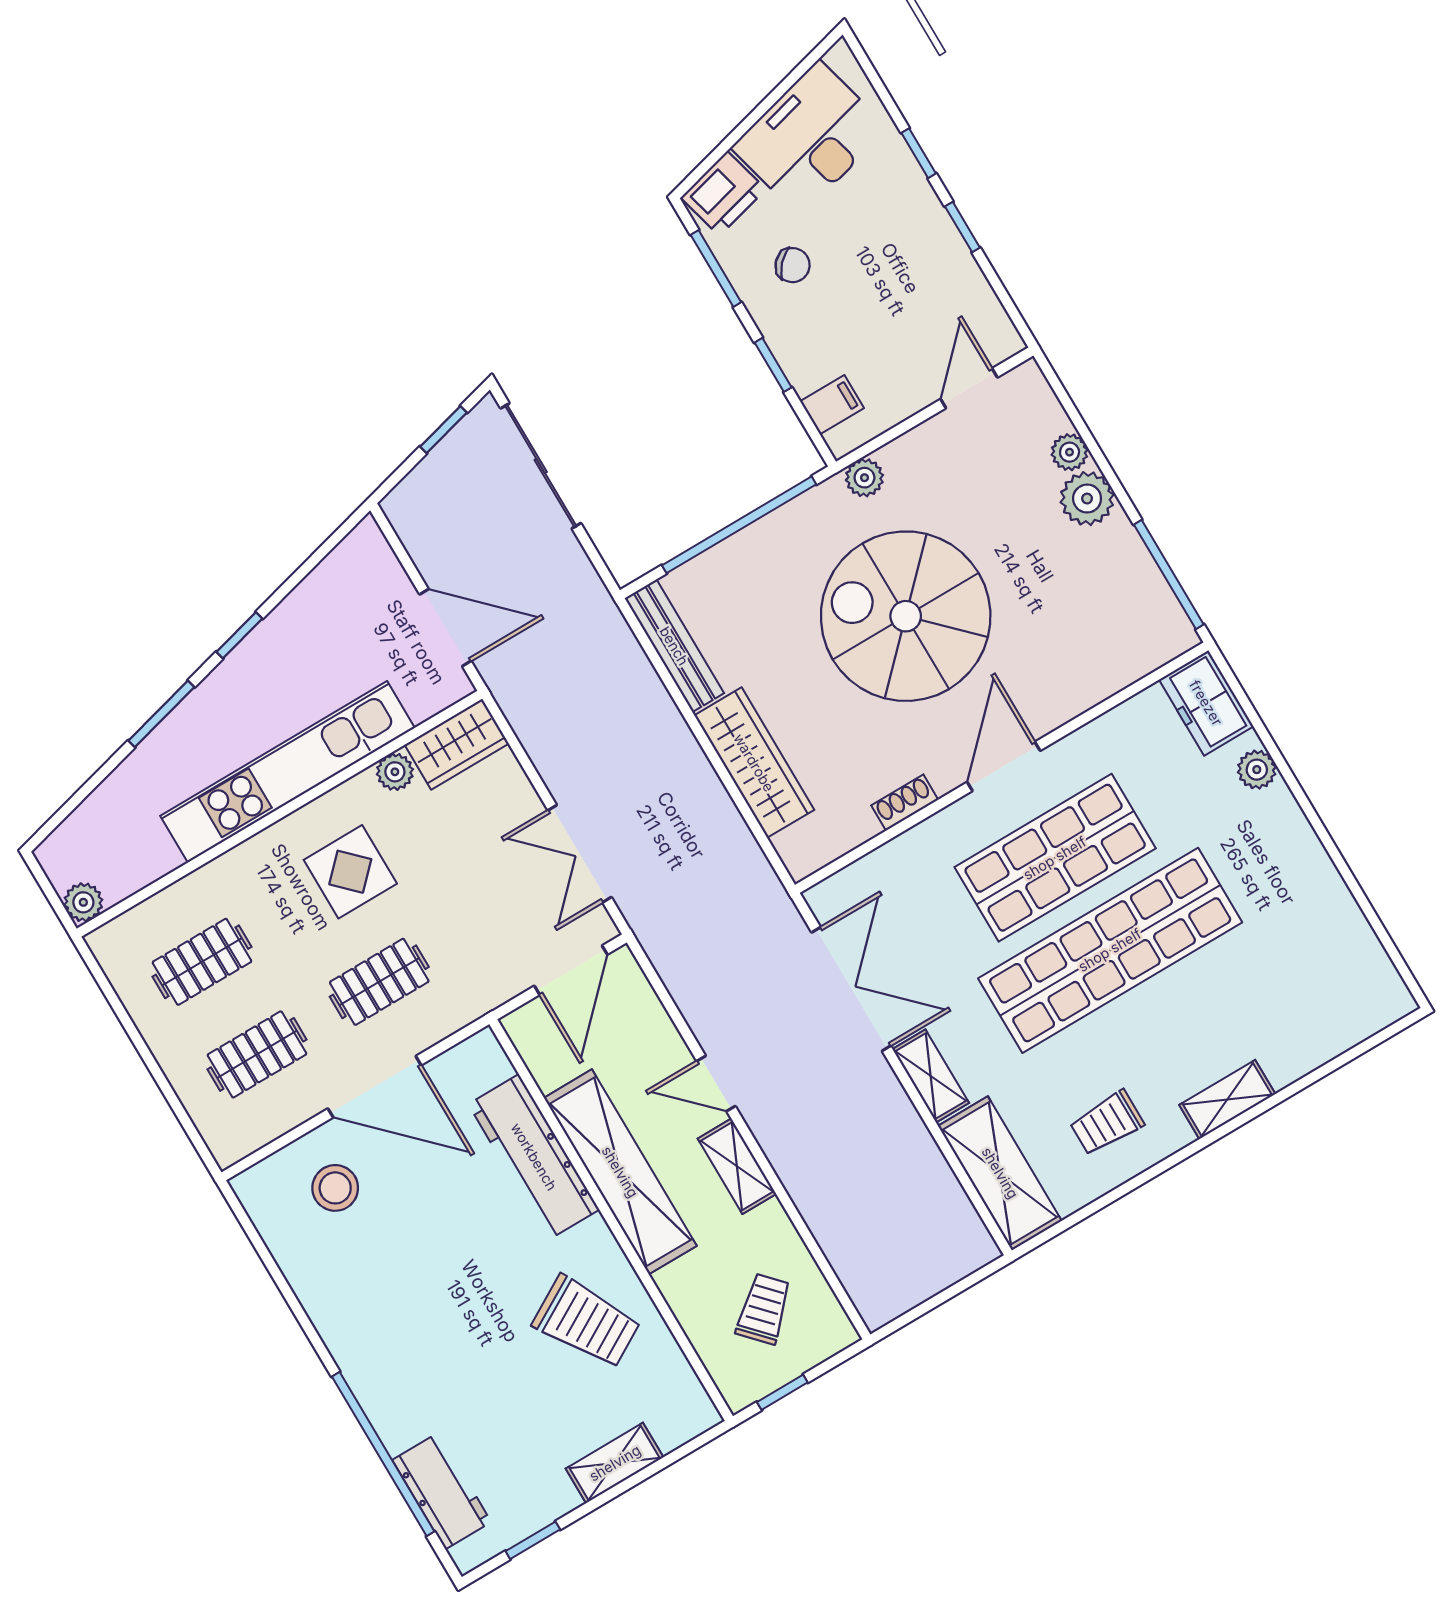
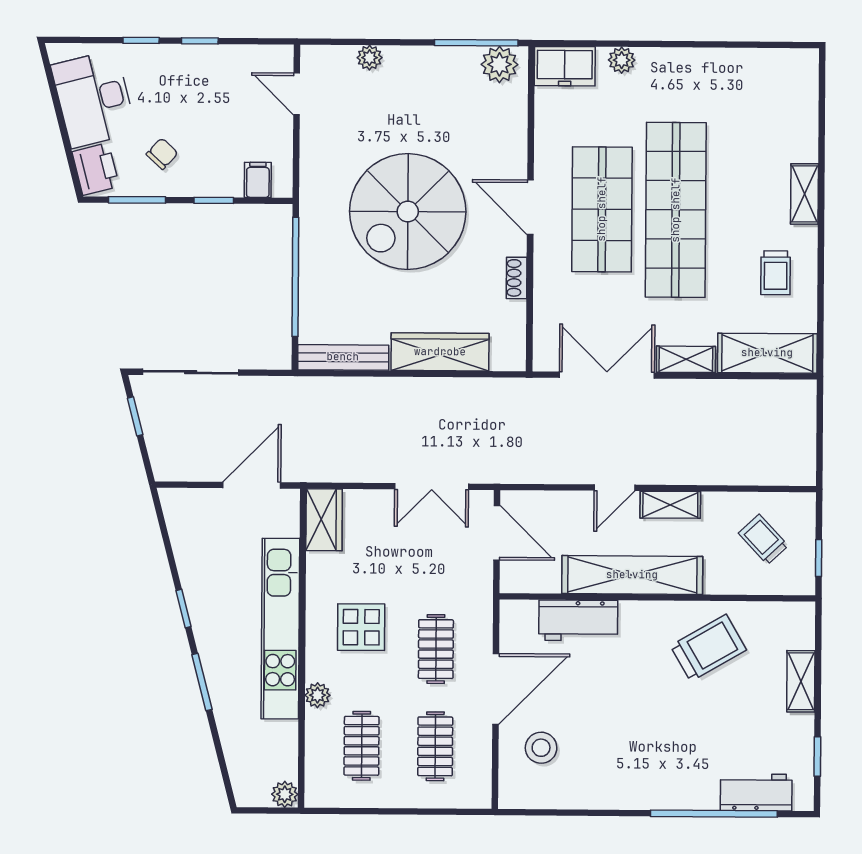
plant: (864, 478) -> (312, 187), removed
plant: (1087, 499) -> (499, 64), moved
plant: (395, 772) -> (317, 695), moved
workbench: (534, 1157) -> (578, 620), width x0.73

